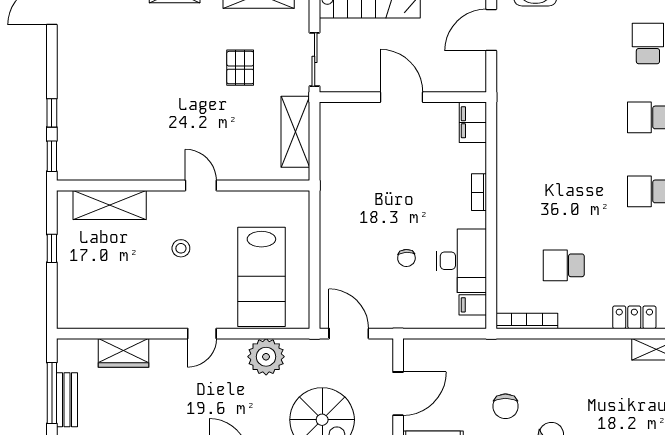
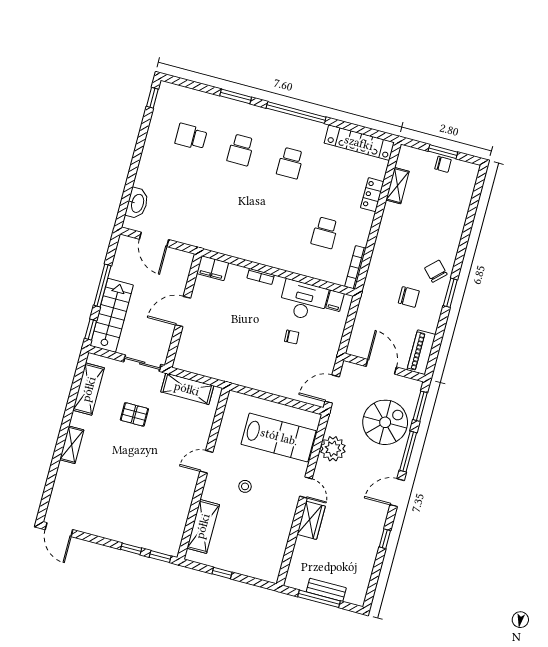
wardrobe: (123, 353) -> (311, 520), moved

